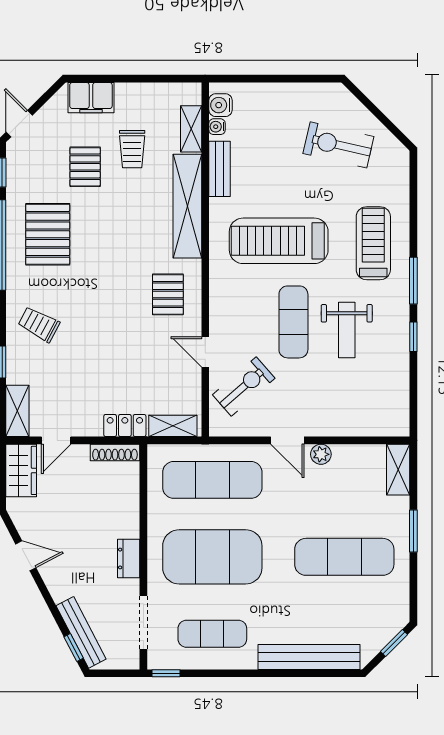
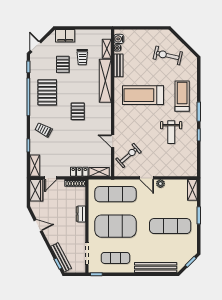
pallet: (168, 294) -> (78, 111), moved
exercise mat: (293, 322) -> (149, 129), removed
dresser: (129, 559) -> (81, 214), moved

